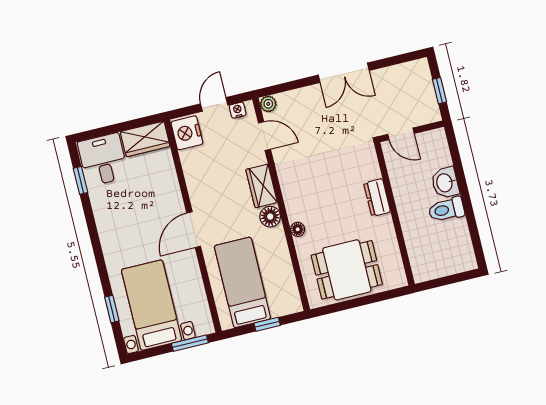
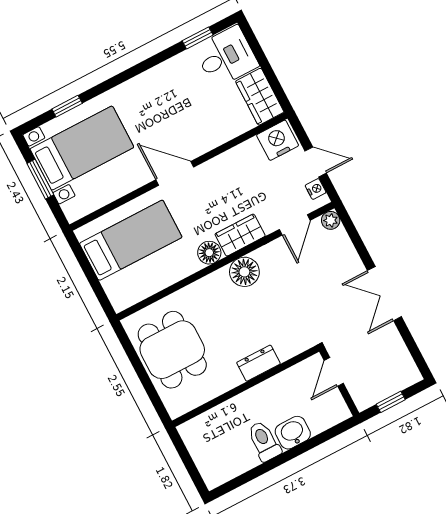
floor lamp: (298, 229) -> (244, 272), moved, width x1.89, depth x1.89
window: (267, 324) -> (92, 278), removed
window: (190, 343) -> (40, 179), moved

